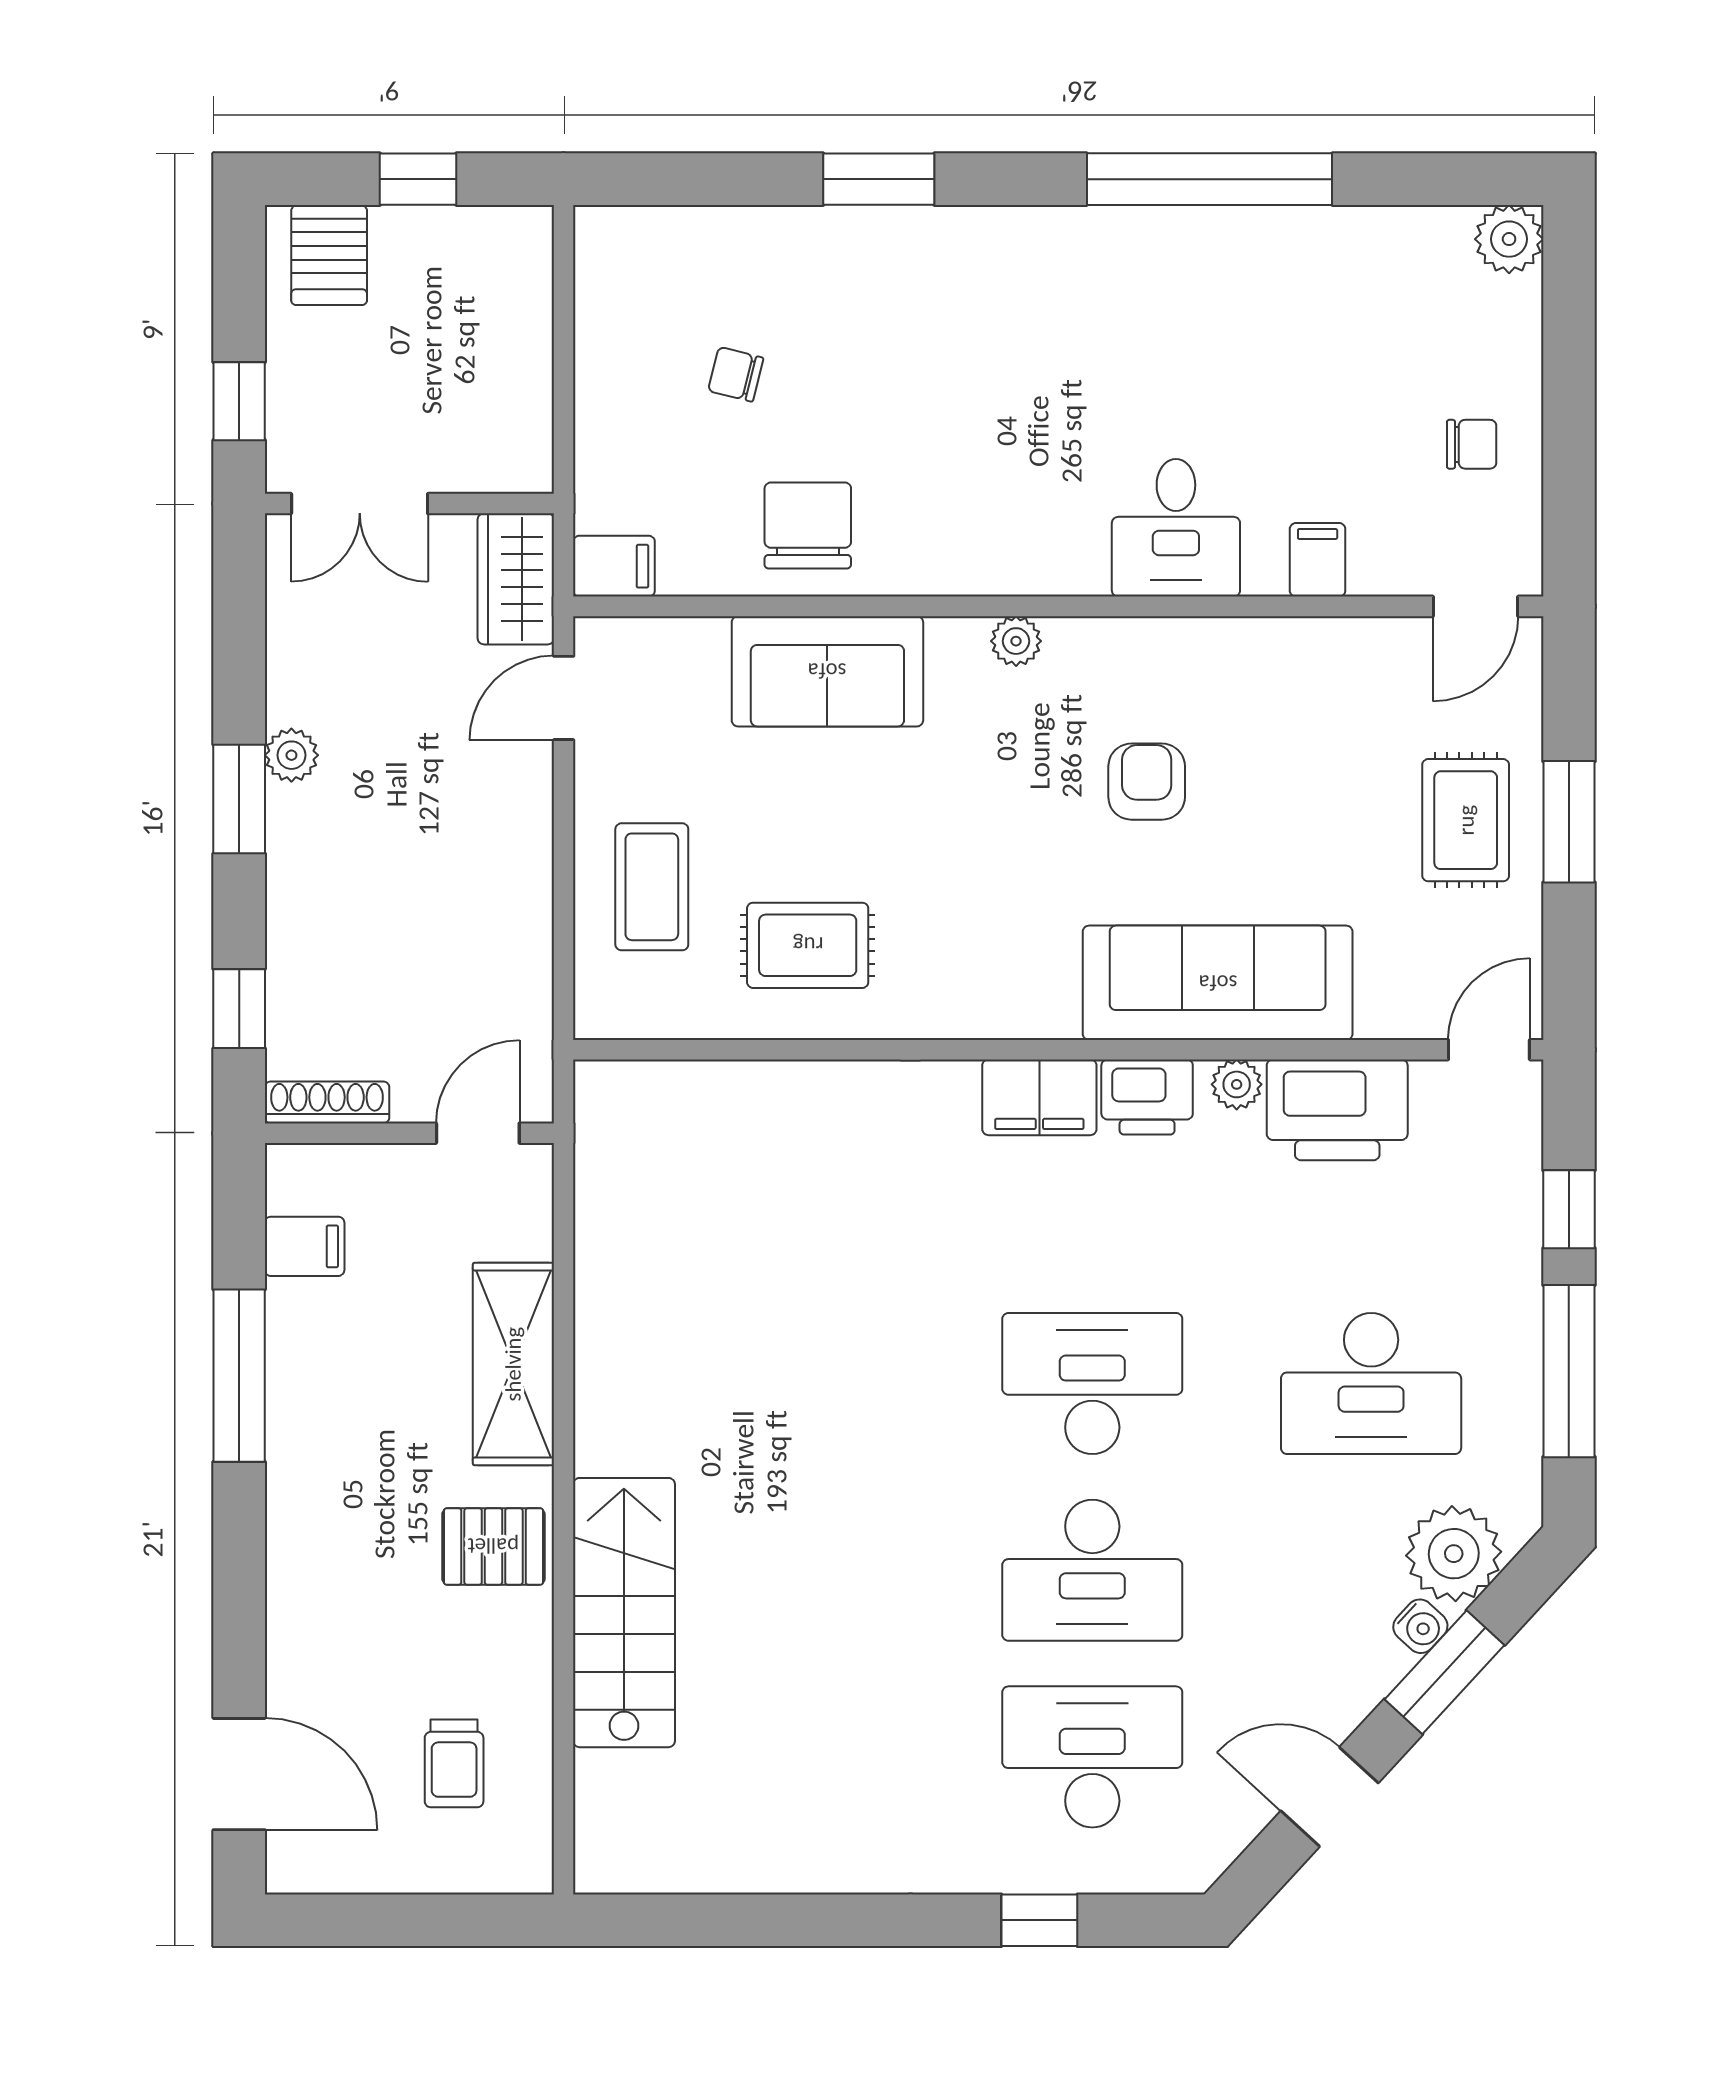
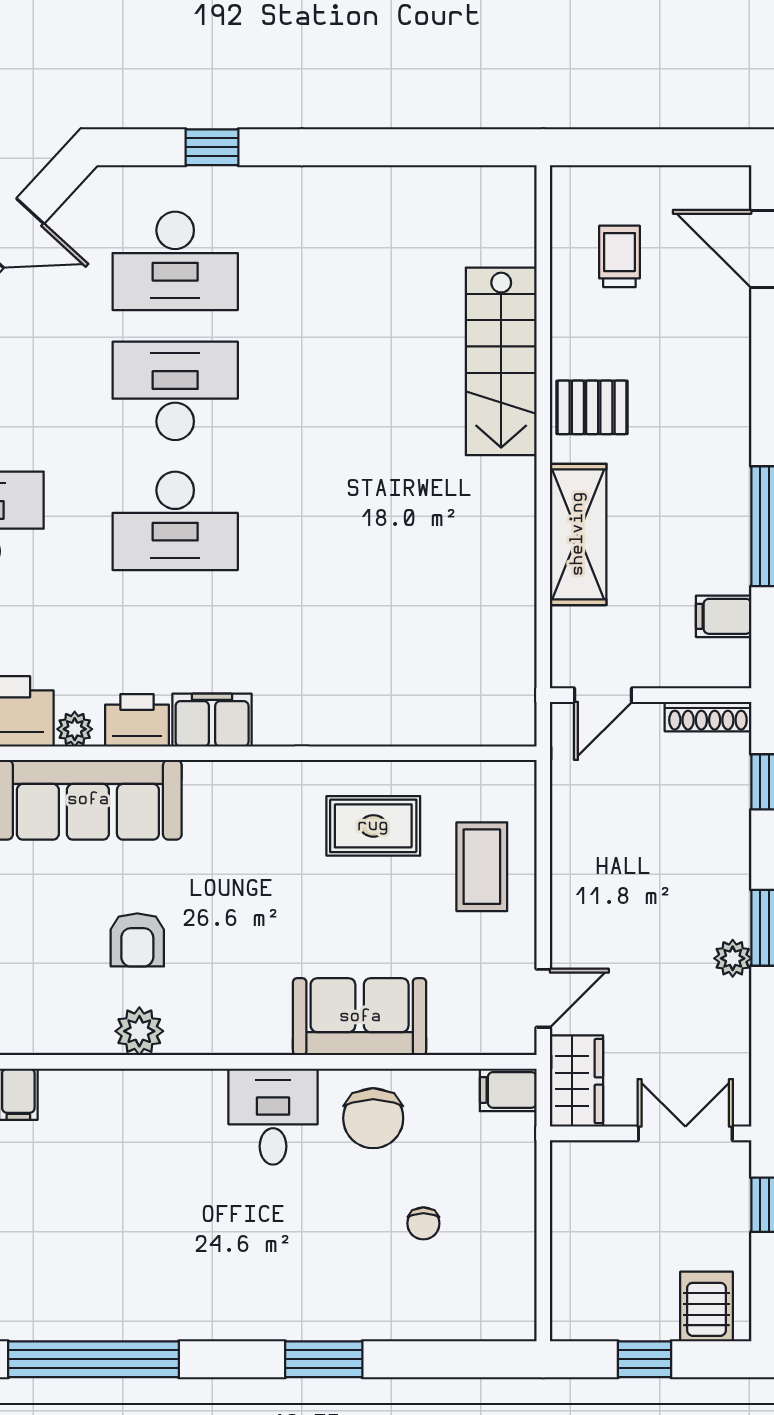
chair: (736, 374) -> (423, 1223), turned 76
desk: (1176, 528) -> (273, 1117), moved
plant: (1016, 641) -> (139, 1031), moved, width x1.38, depth x1.38

